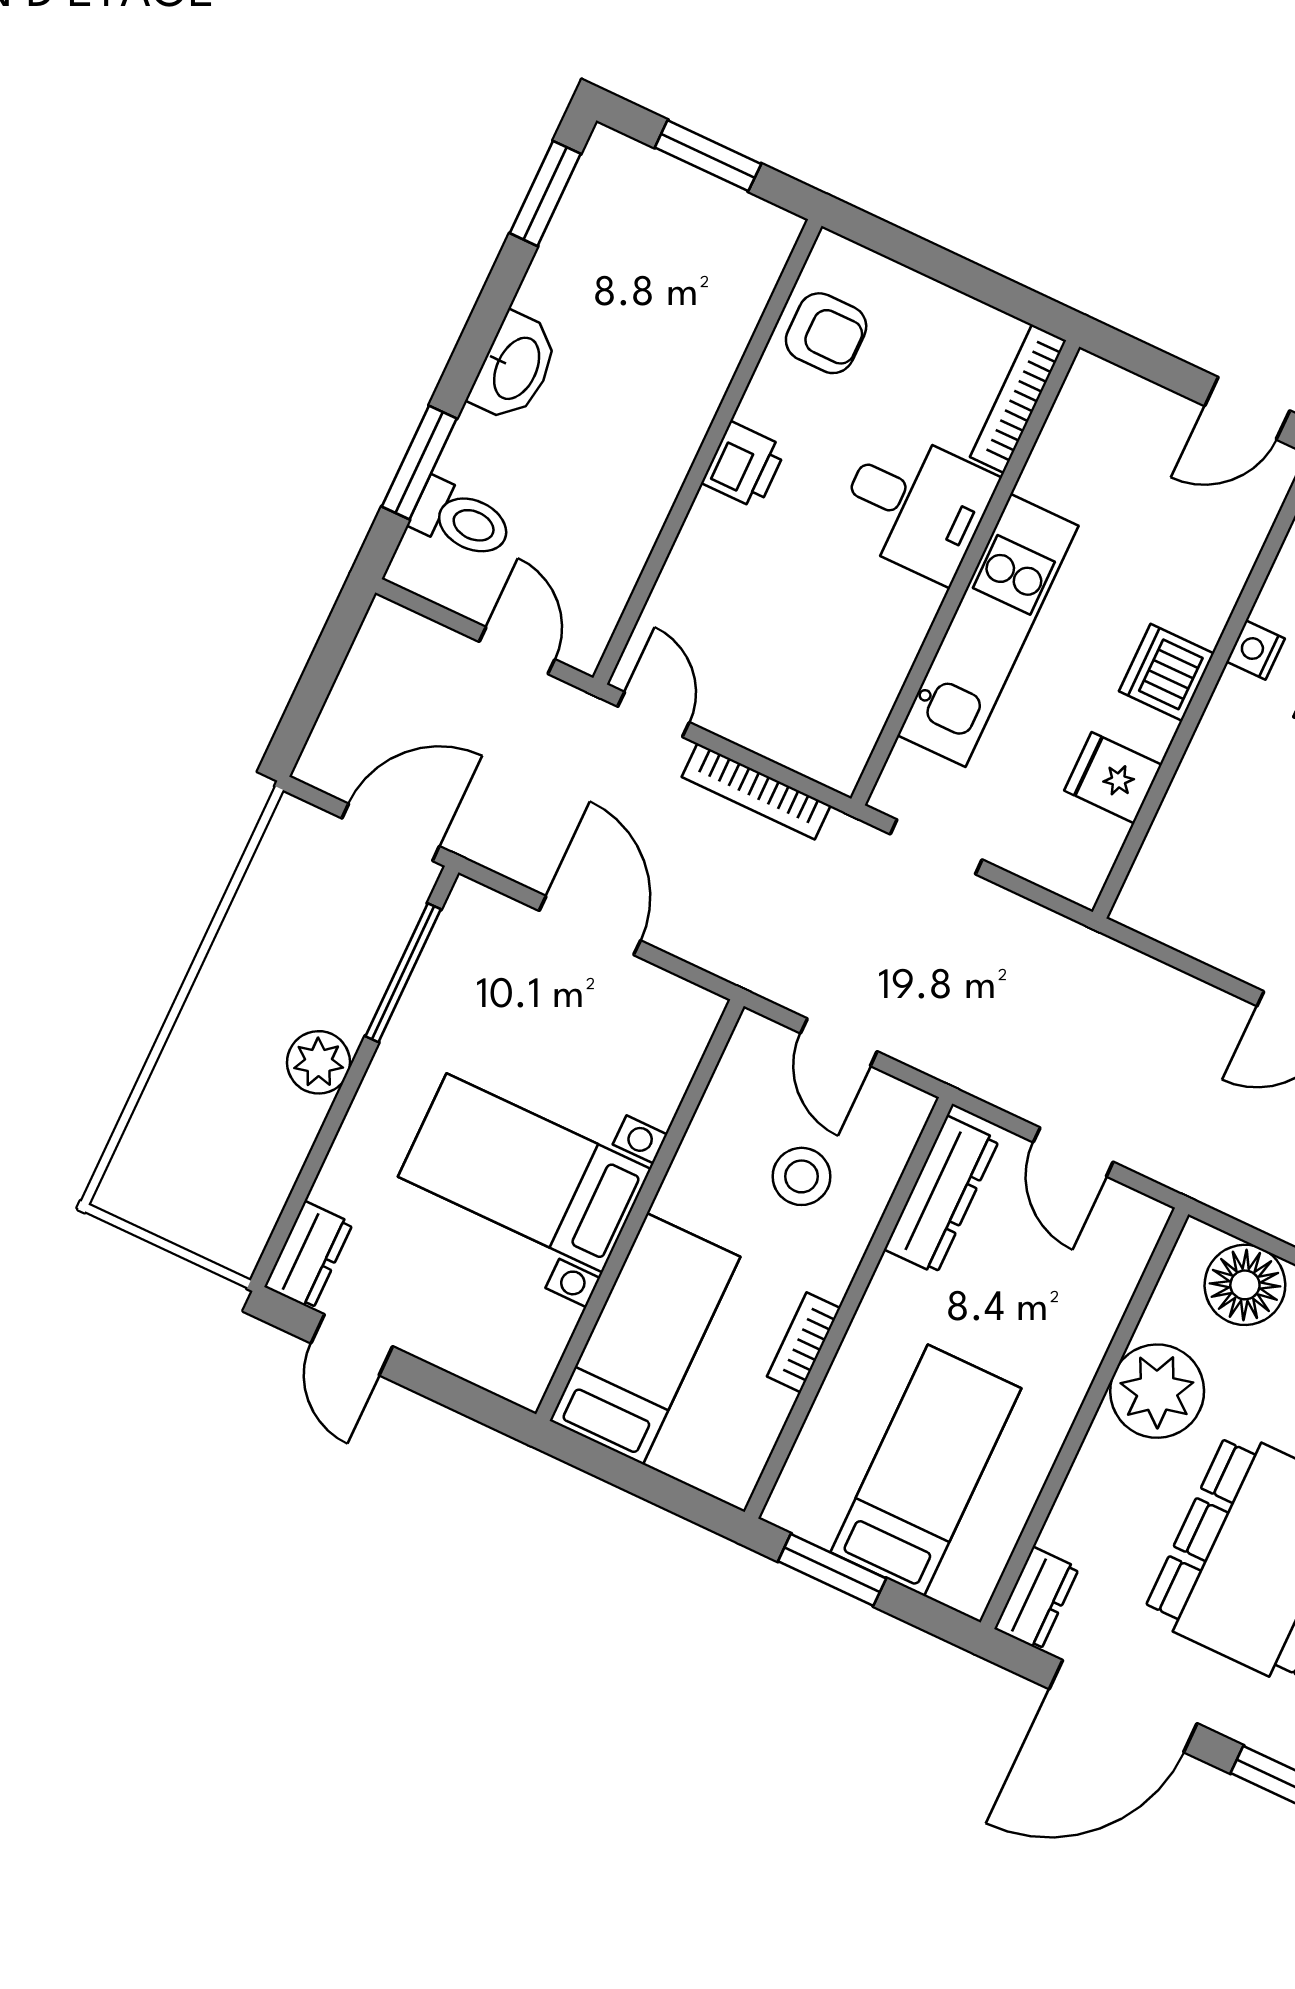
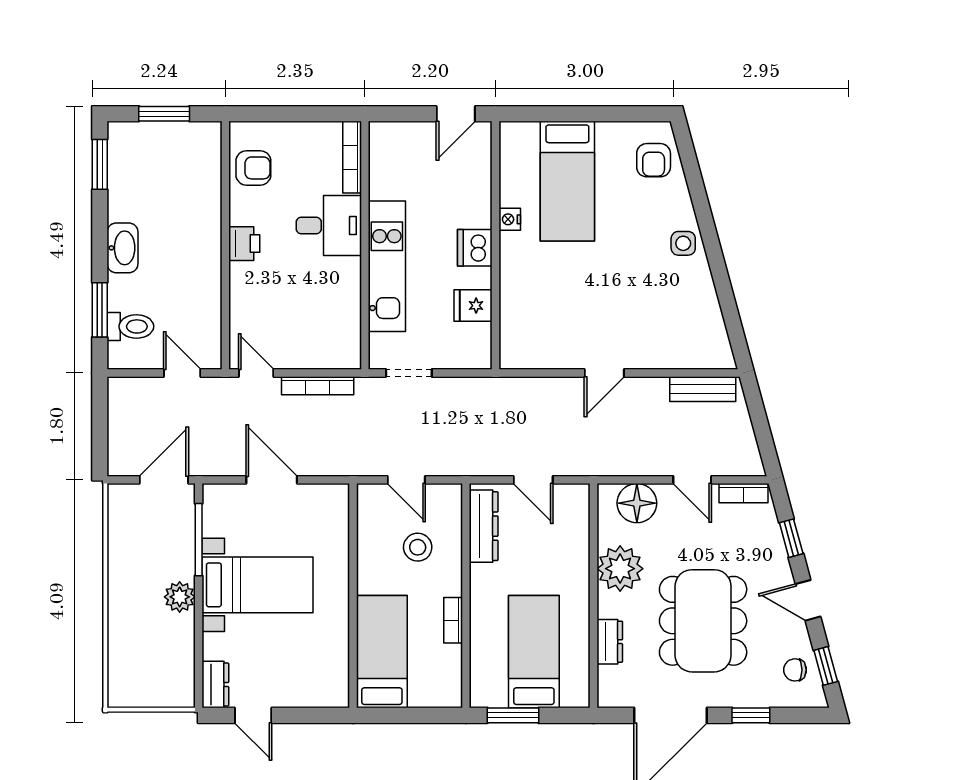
bed with nightstands: (525, 1173) -> (258, 585), moved, turned 180
dresser: (1037, 1598) -> (610, 642), moved

